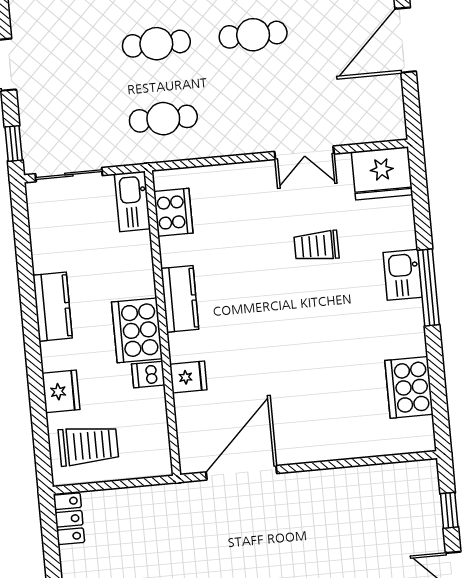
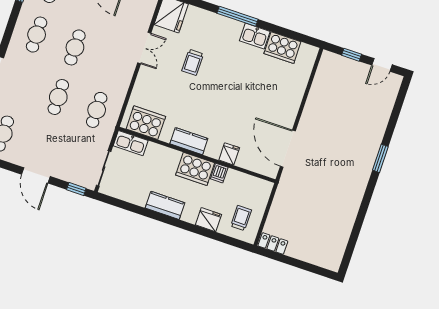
cooker: (173, 212) -> (146, 123), width x1.37, depth x1.31
kitchen sink: (403, 275) -> (255, 36), moved
trolley: (88, 446) -> (241, 218), width x0.73, depth x0.72

